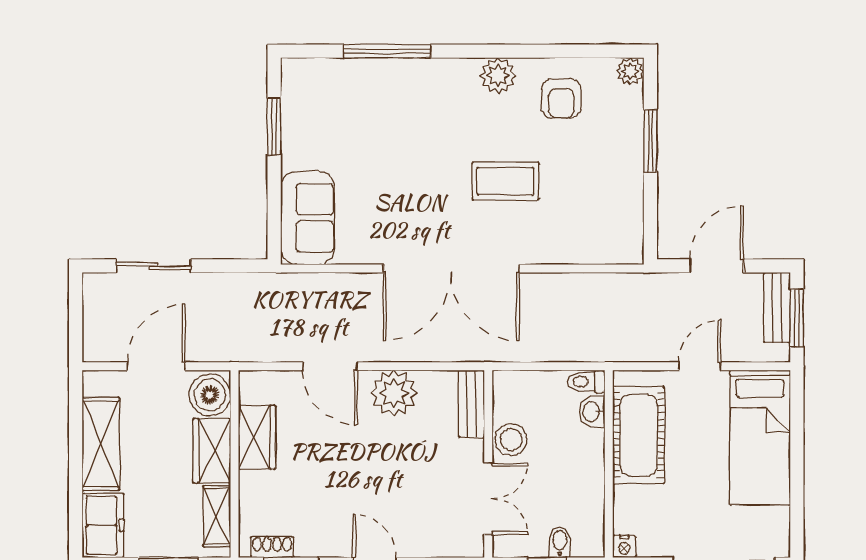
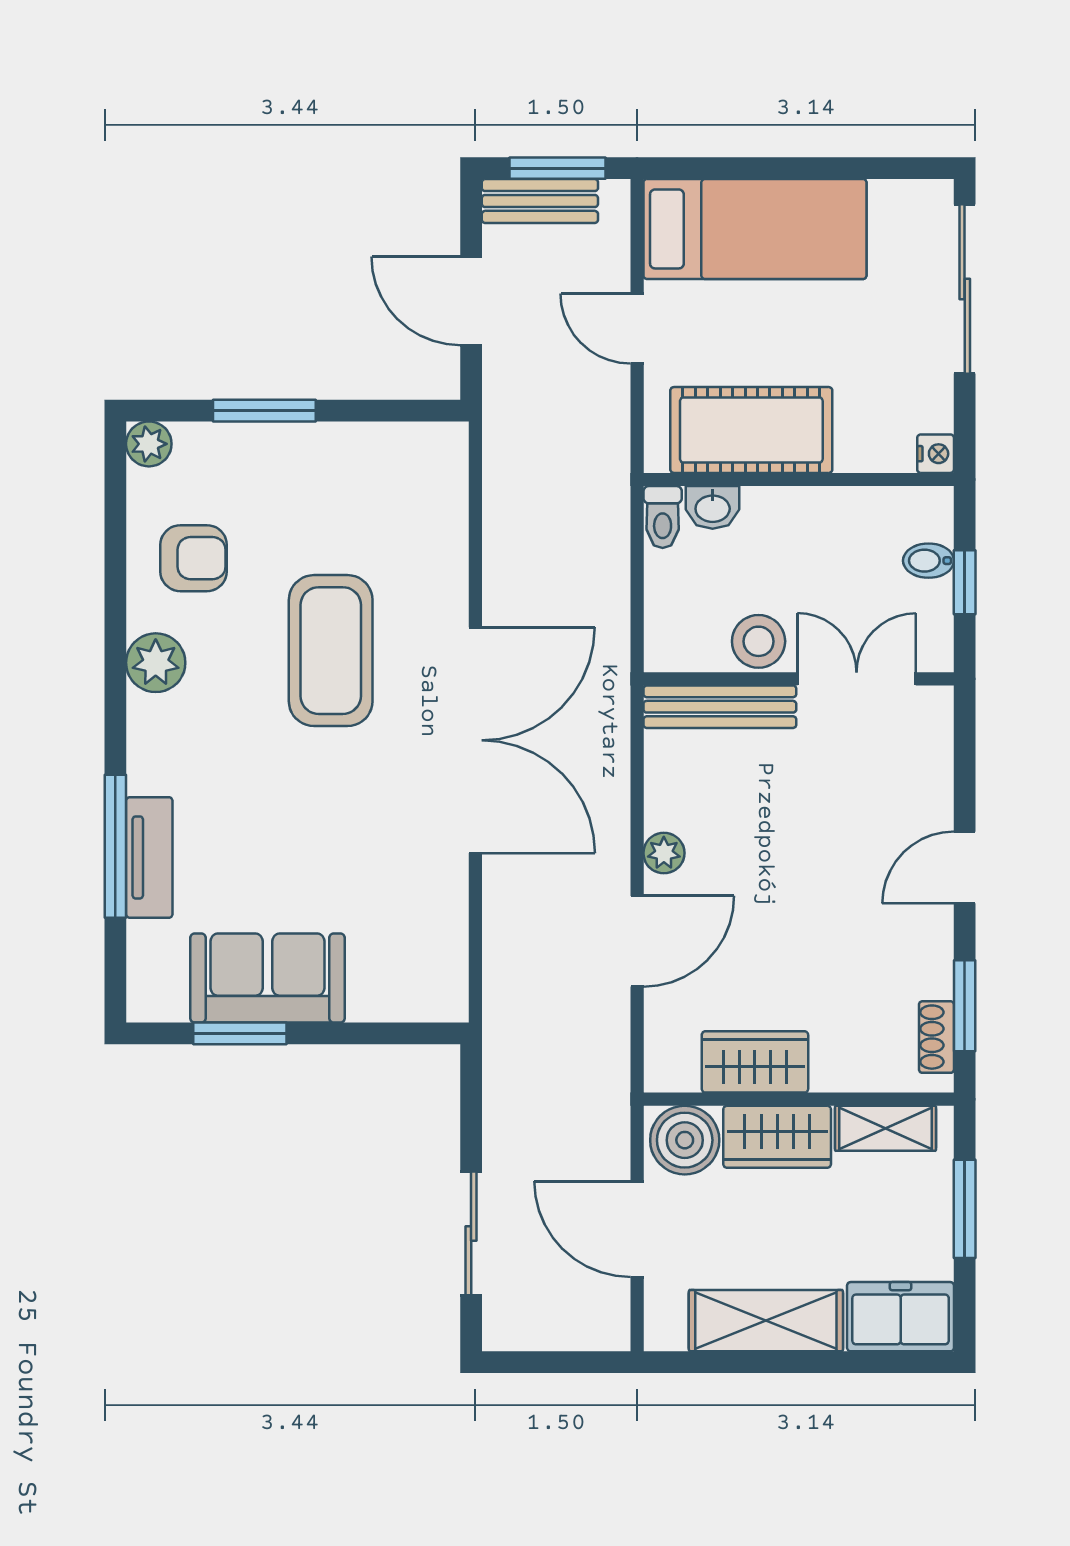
tv unit: (380, 72) -> (149, 857), added
coffee table: (505, 181) -> (331, 651), width x1.36, depth x1.32
sofa: (308, 218) -> (267, 978), moved
plant: (394, 393) -> (664, 853), width x0.53, depth x0.53
bench: (471, 404) -> (720, 707), width x1.36

